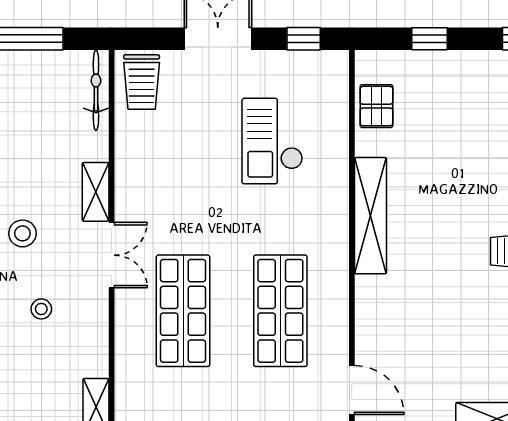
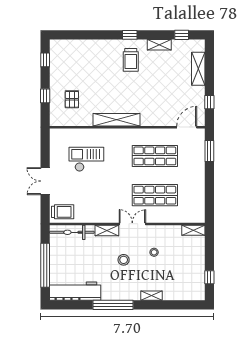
window: (304, 39) -> (45, 147), removed
bicycle: (96, 90) -> (72, 232), width x1.37, depth x1.40
pallet: (376, 106) -> (72, 99), moved, turned 90
checkout: (272, 141) -> (86, 159), turned 180

